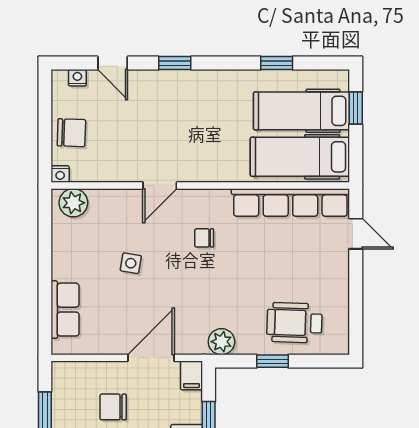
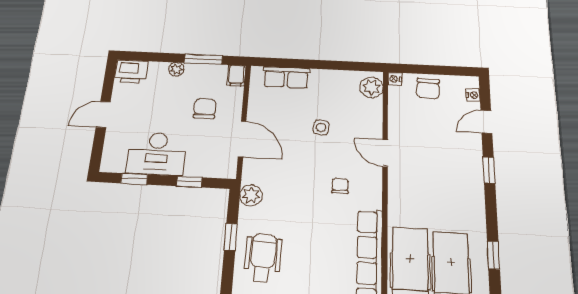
filing cabinet: (191, 375) -> (236, 76), moved, turned -90

